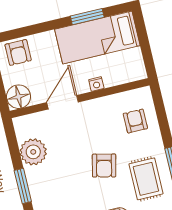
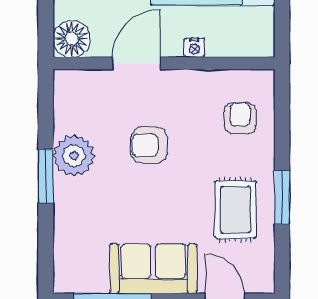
plant: (33, 152) -> (74, 156), moved
armchair: (104, 166) -> (149, 145), moved, turned 77

